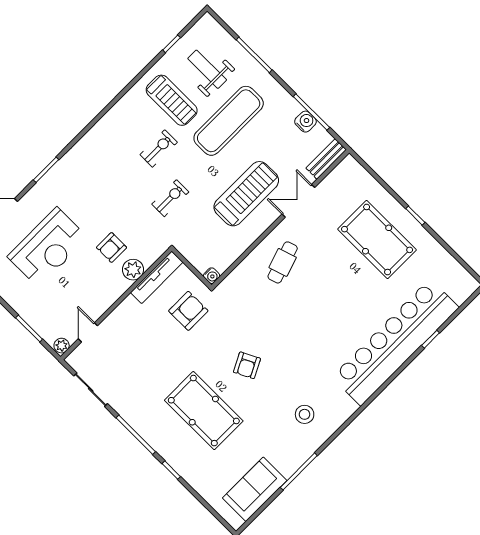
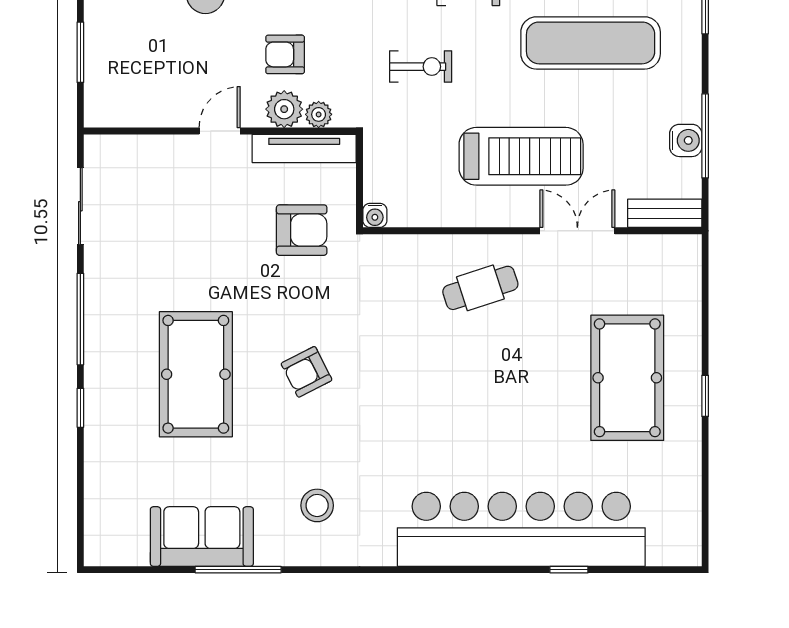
door: (88, 332) -> (220, 131), moved
plant: (62, 346) -> (319, 114), moved
sofa: (255, 489) -> (202, 537), moved

